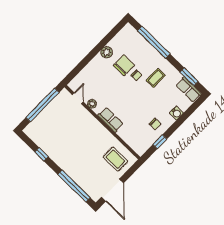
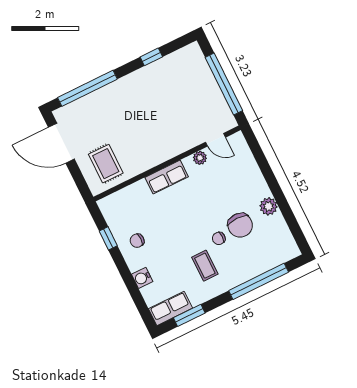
rug: (115, 159) -> (106, 164), turned 90

